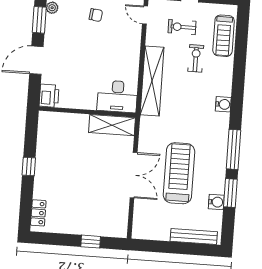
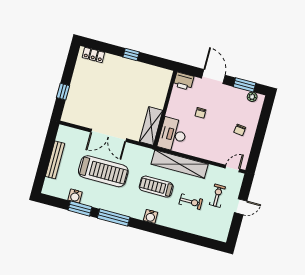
treadmill: (224, 36) -> (156, 187), moved
chair: (84, 67) -> (200, 113), added
bench: (194, 236) -> (55, 160), moved

